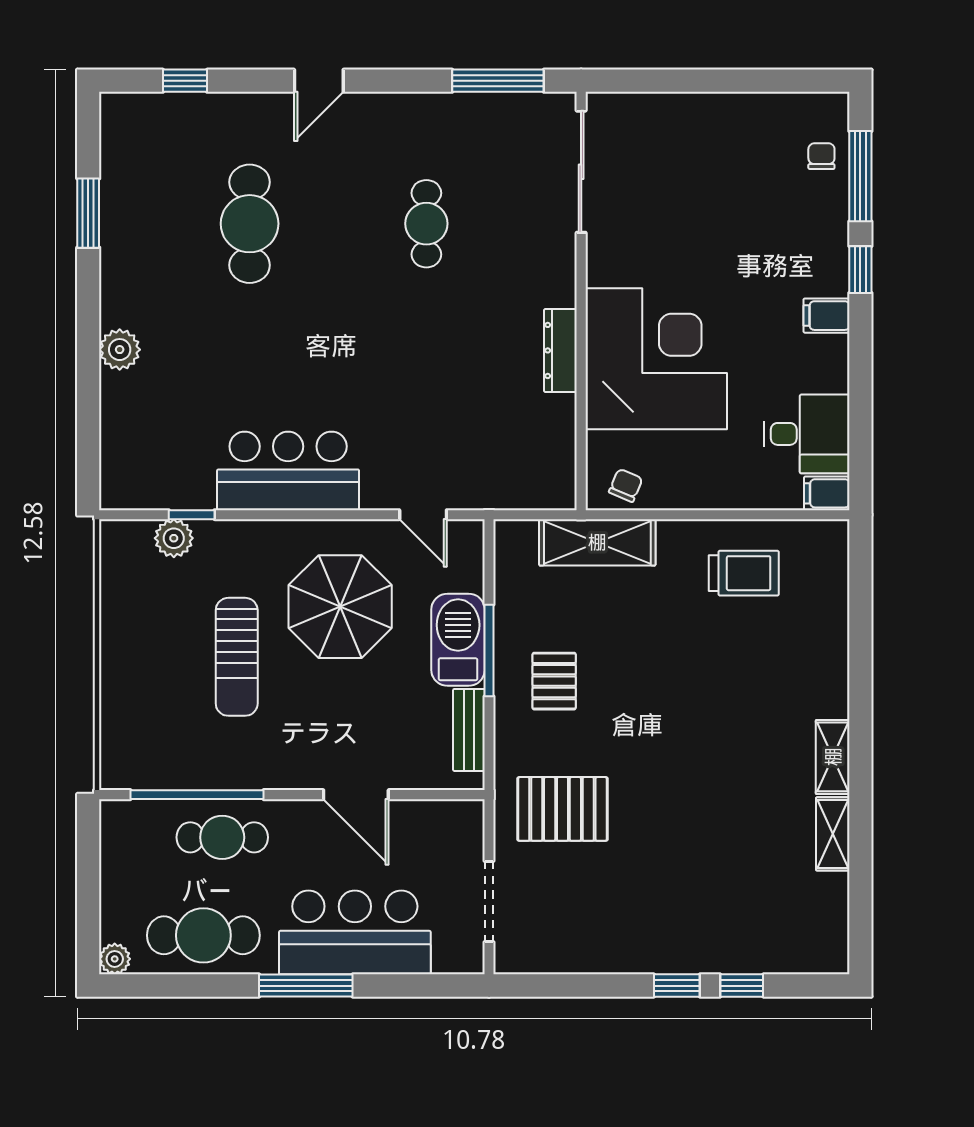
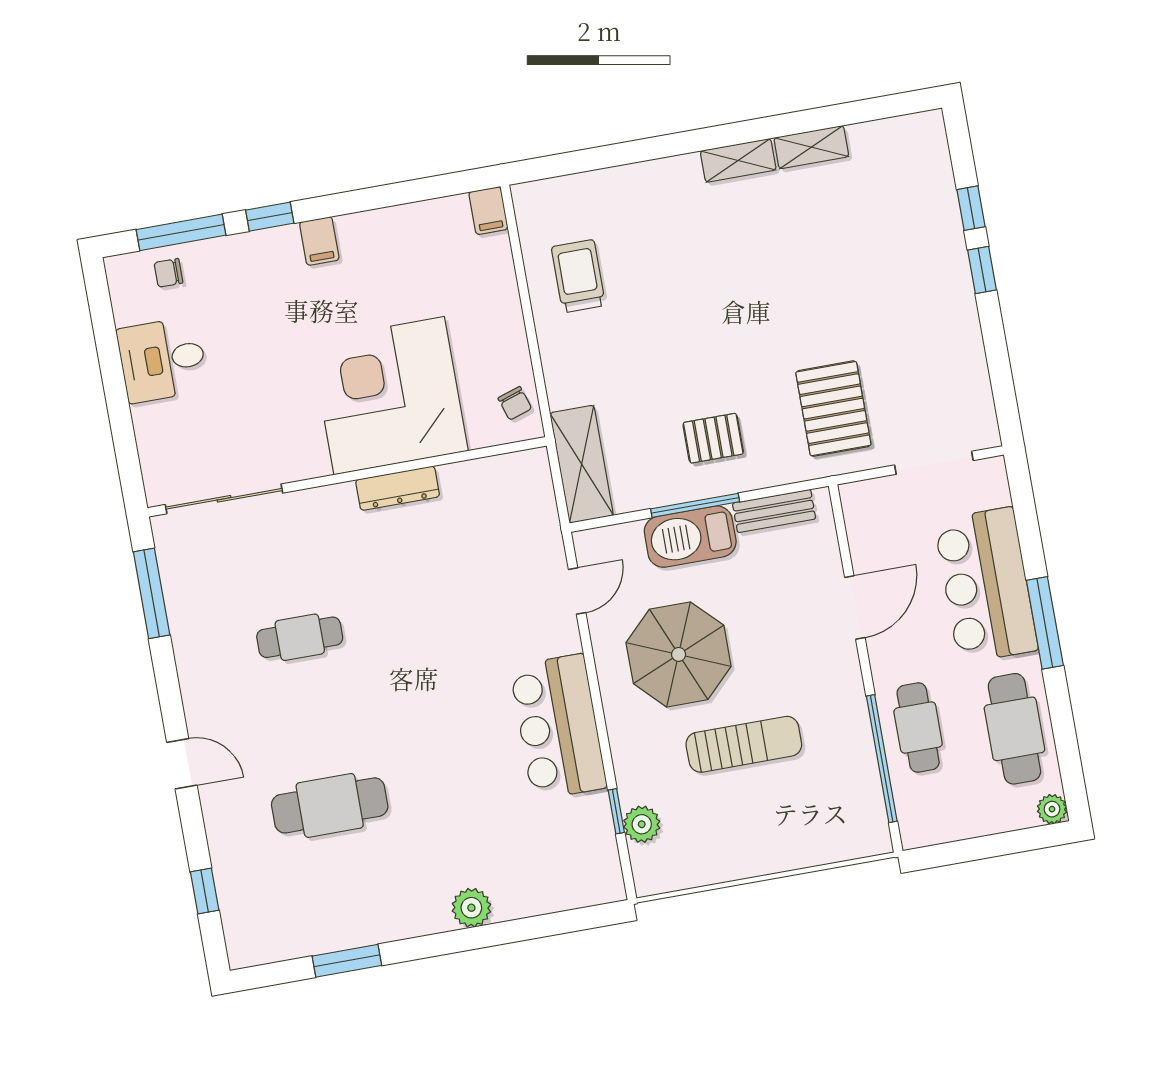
desk: (807, 434) -> (163, 360), moved, turned -90
chair: (626, 485) -> (515, 403), turned -131
shelving: (597, 542) -> (582, 464), moved

